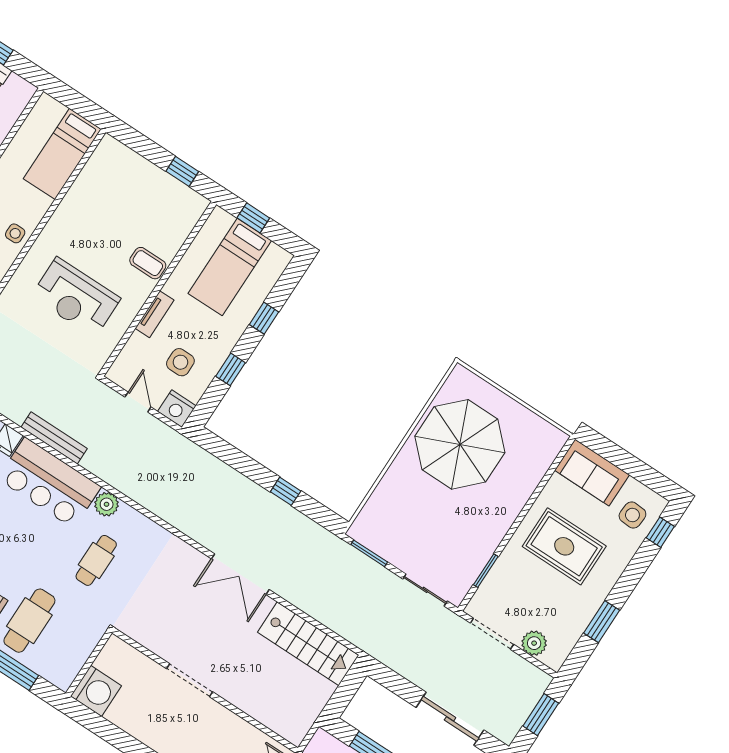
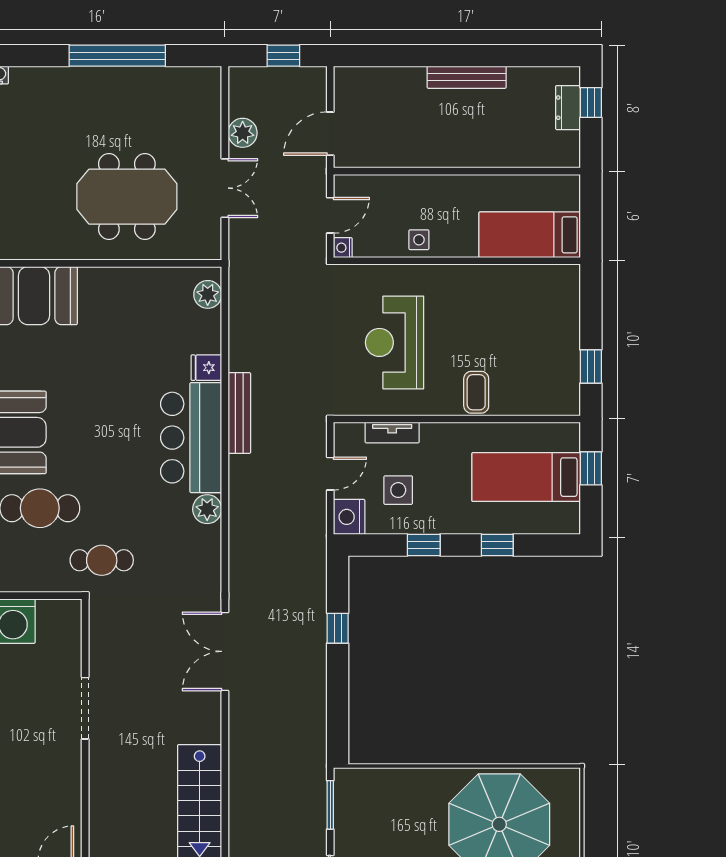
tv unit: (154, 314) -> (392, 432), moved
window: (286, 491) -> (338, 628), moved
cafe table: (96, 560) -> (102, 560), moved
double door: (240, 574) -> (225, 651), moved

